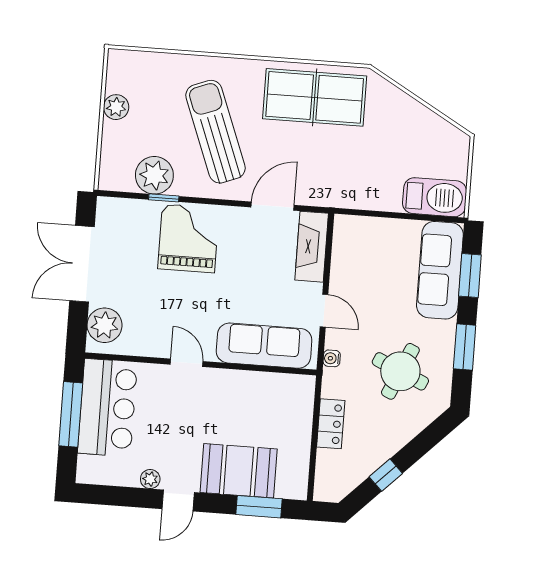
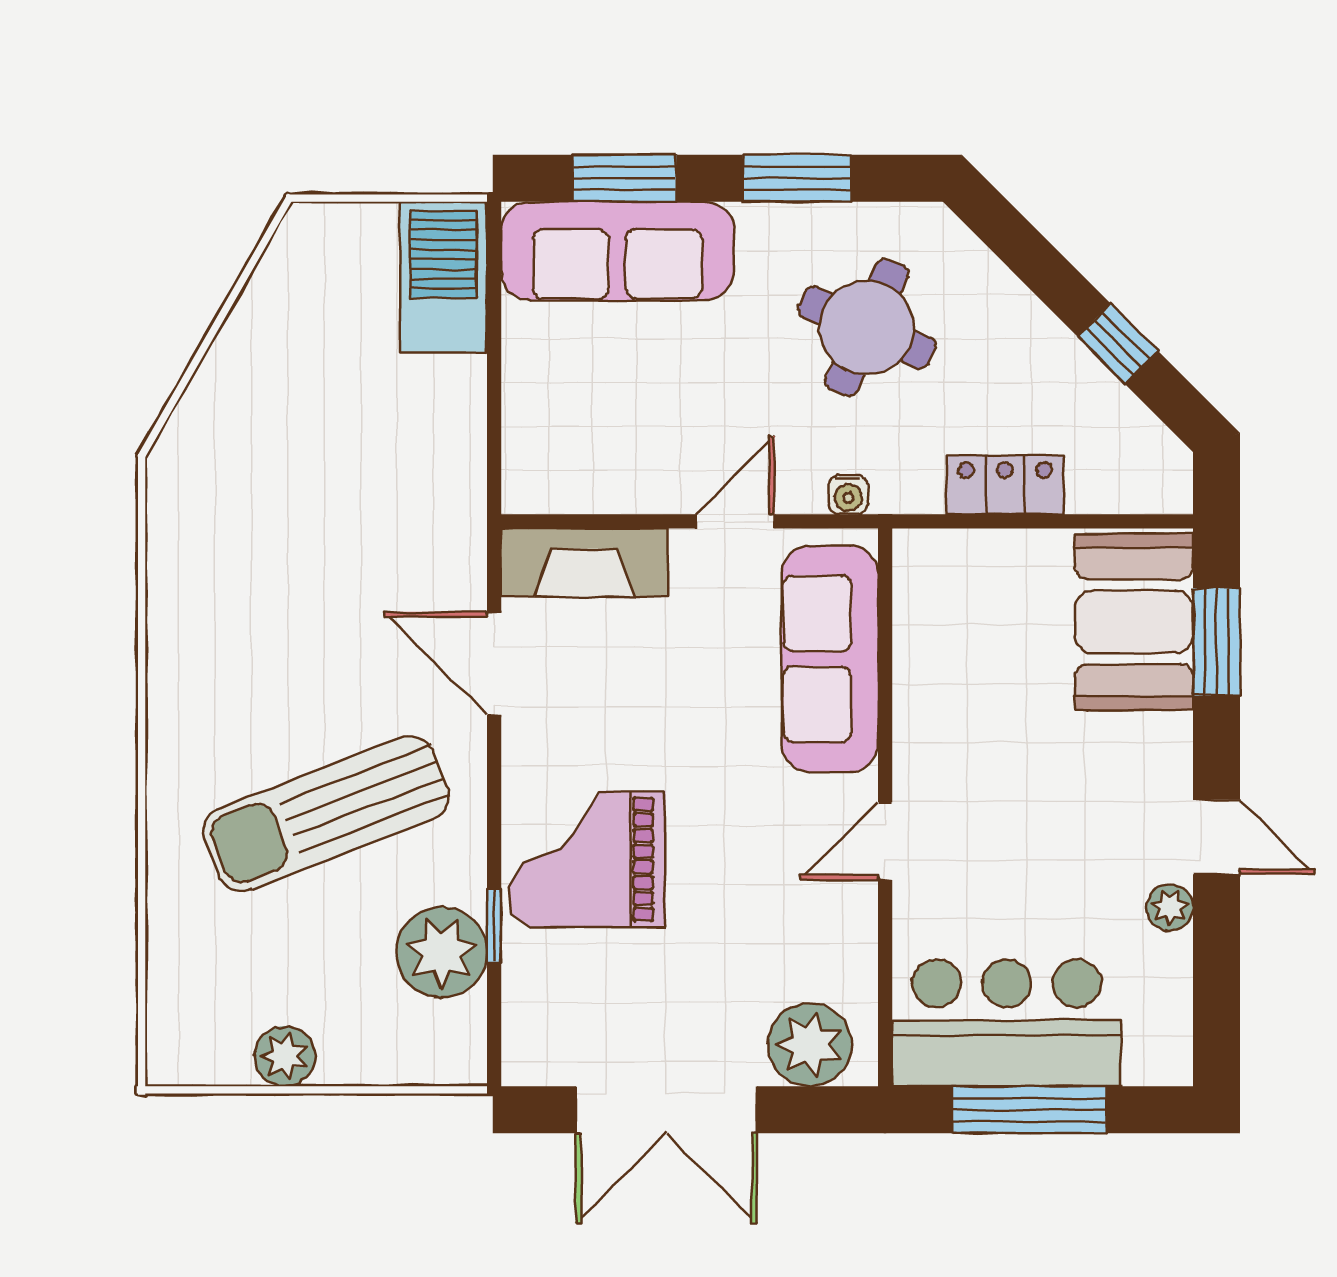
table tennis table: (315, 97) -> (226, 582), removed
booth: (239, 471) -> (1134, 622), moved

